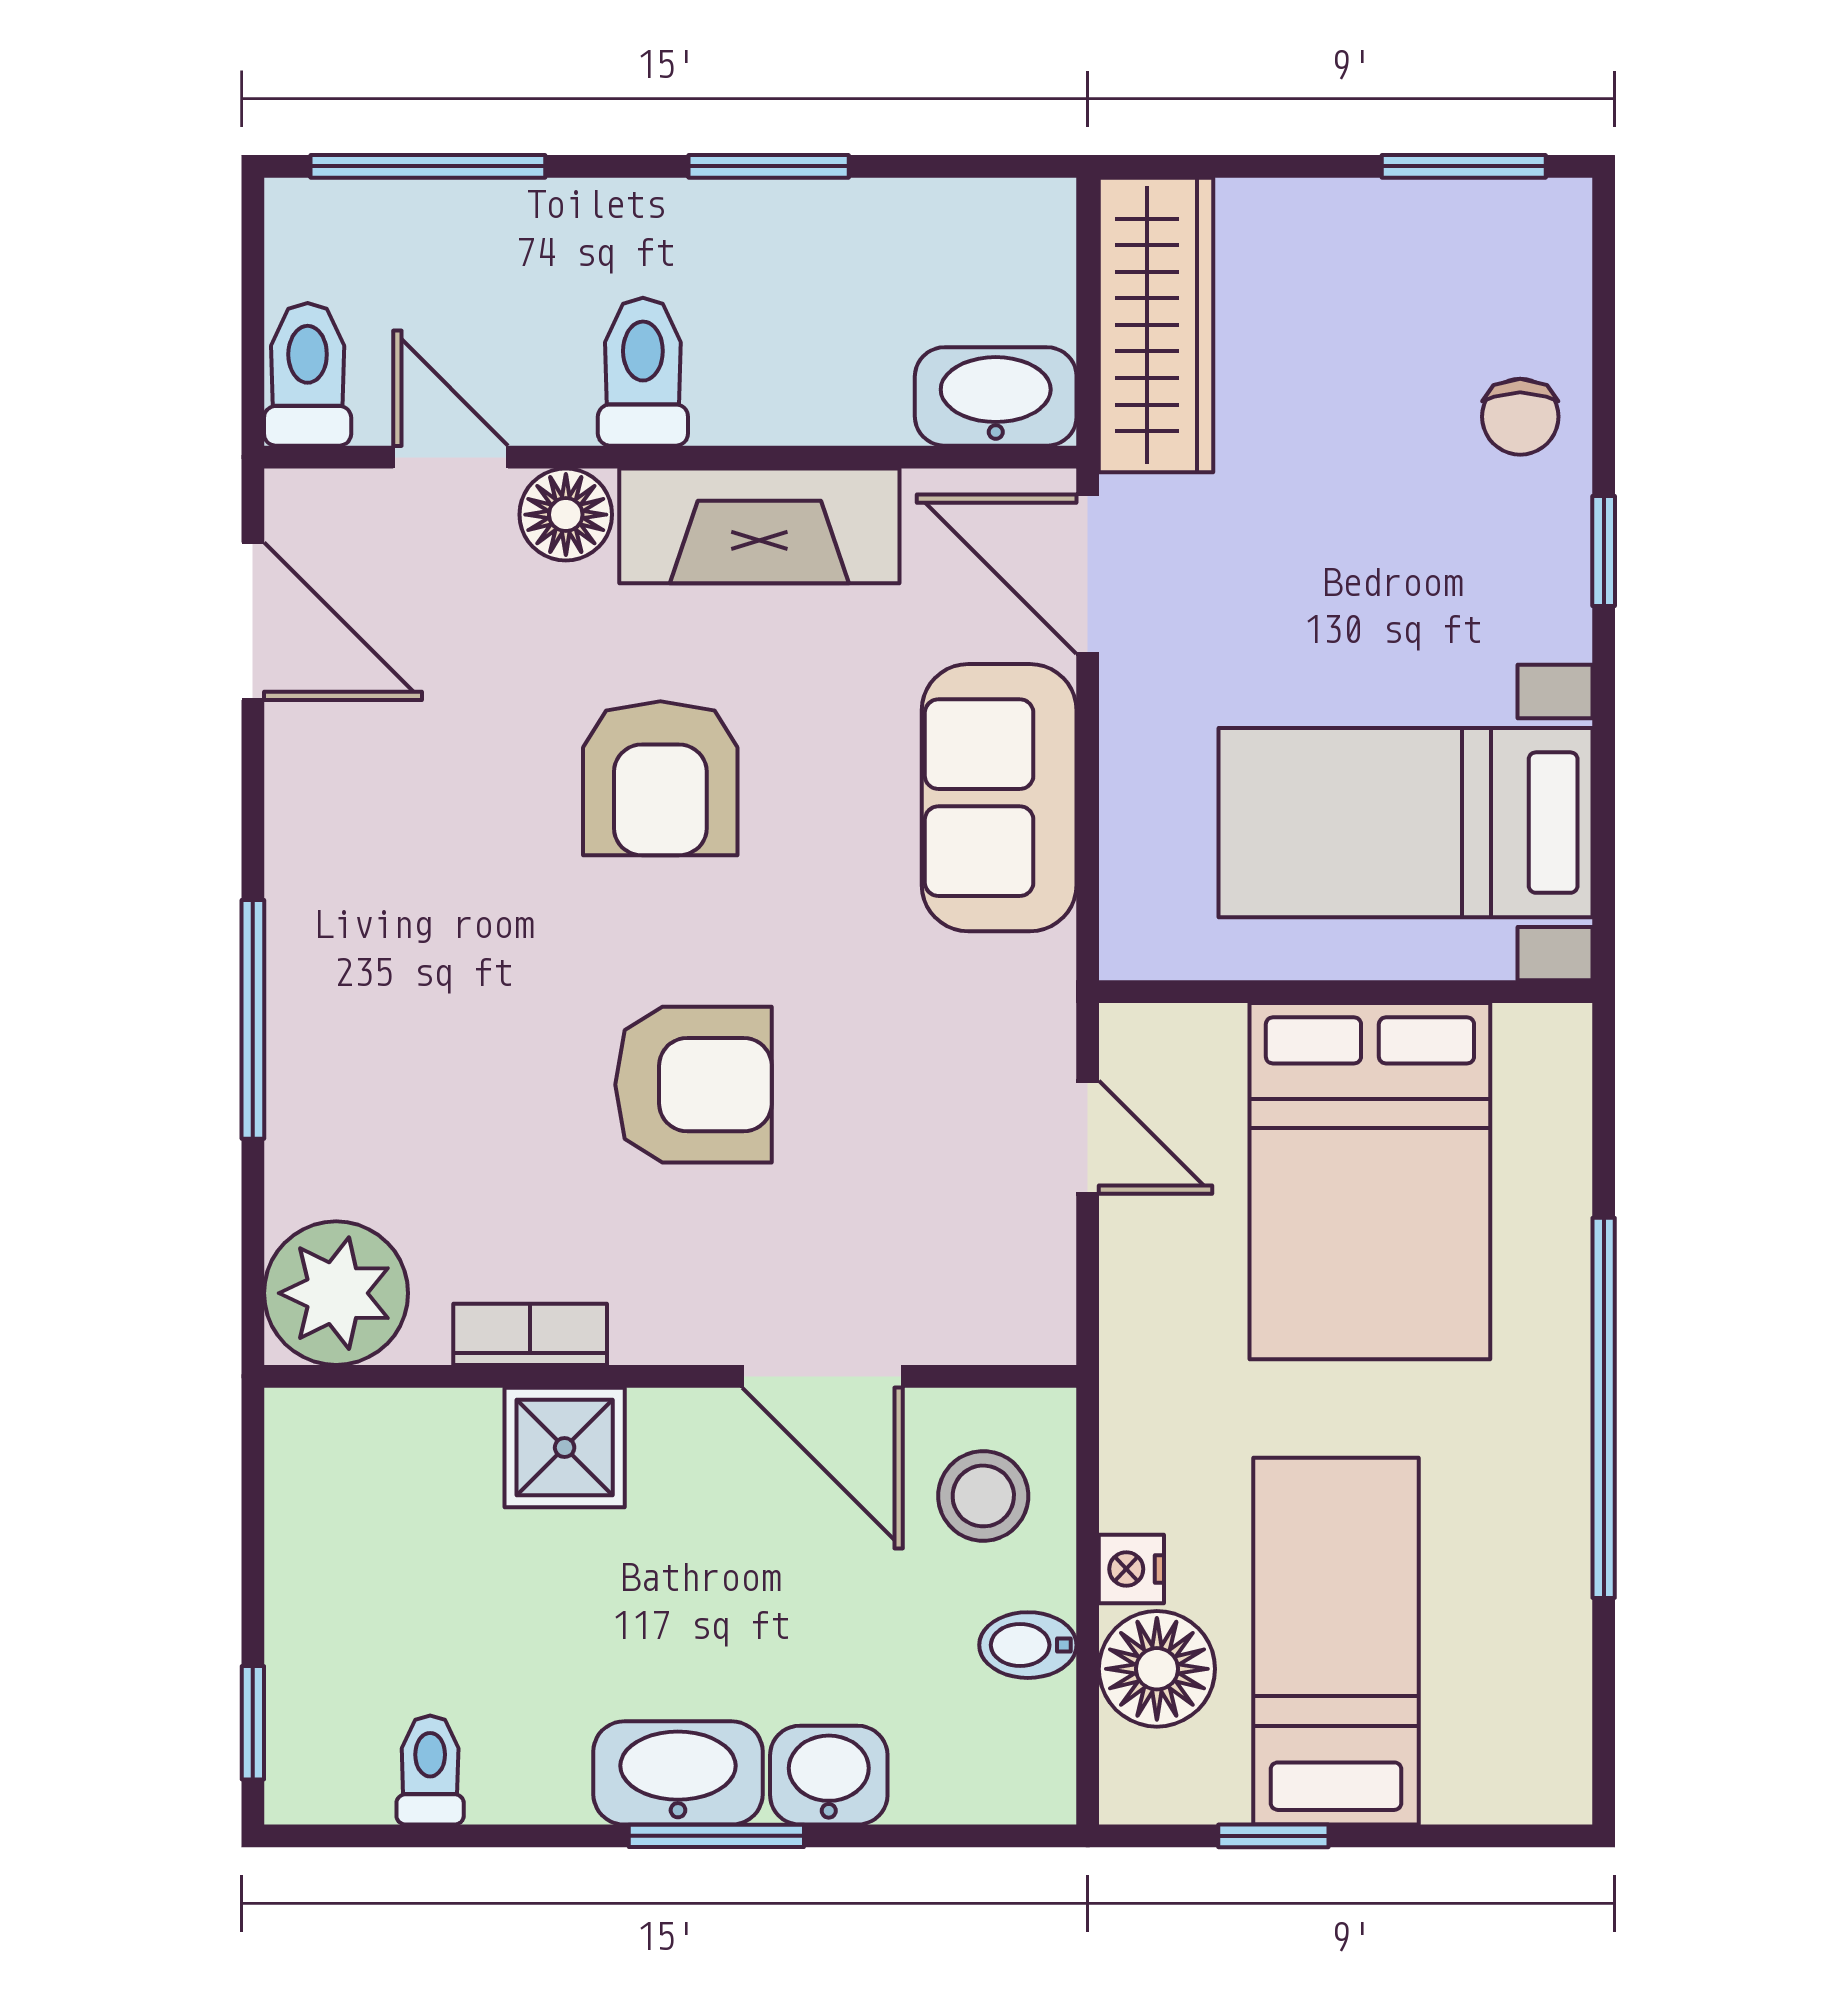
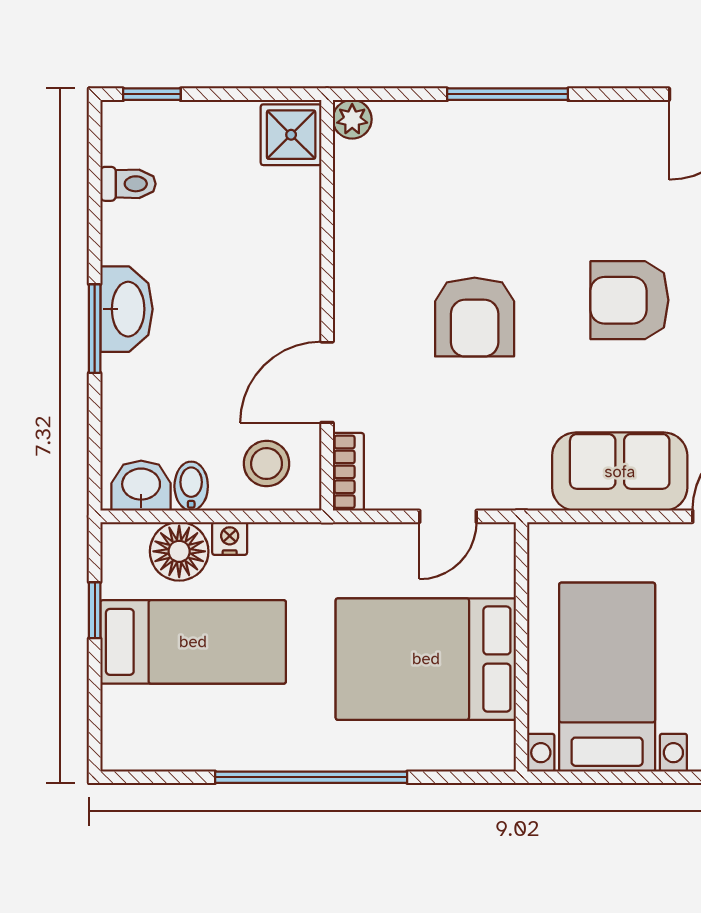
plant: (336, 1293) -> (352, 119), width x0.53, depth x0.53
bookcase: (530, 1334) -> (348, 472), moved
shower: (565, 1448) -> (291, 135), moved
washbasin: (829, 1775) -> (141, 486), moved, turned -90

